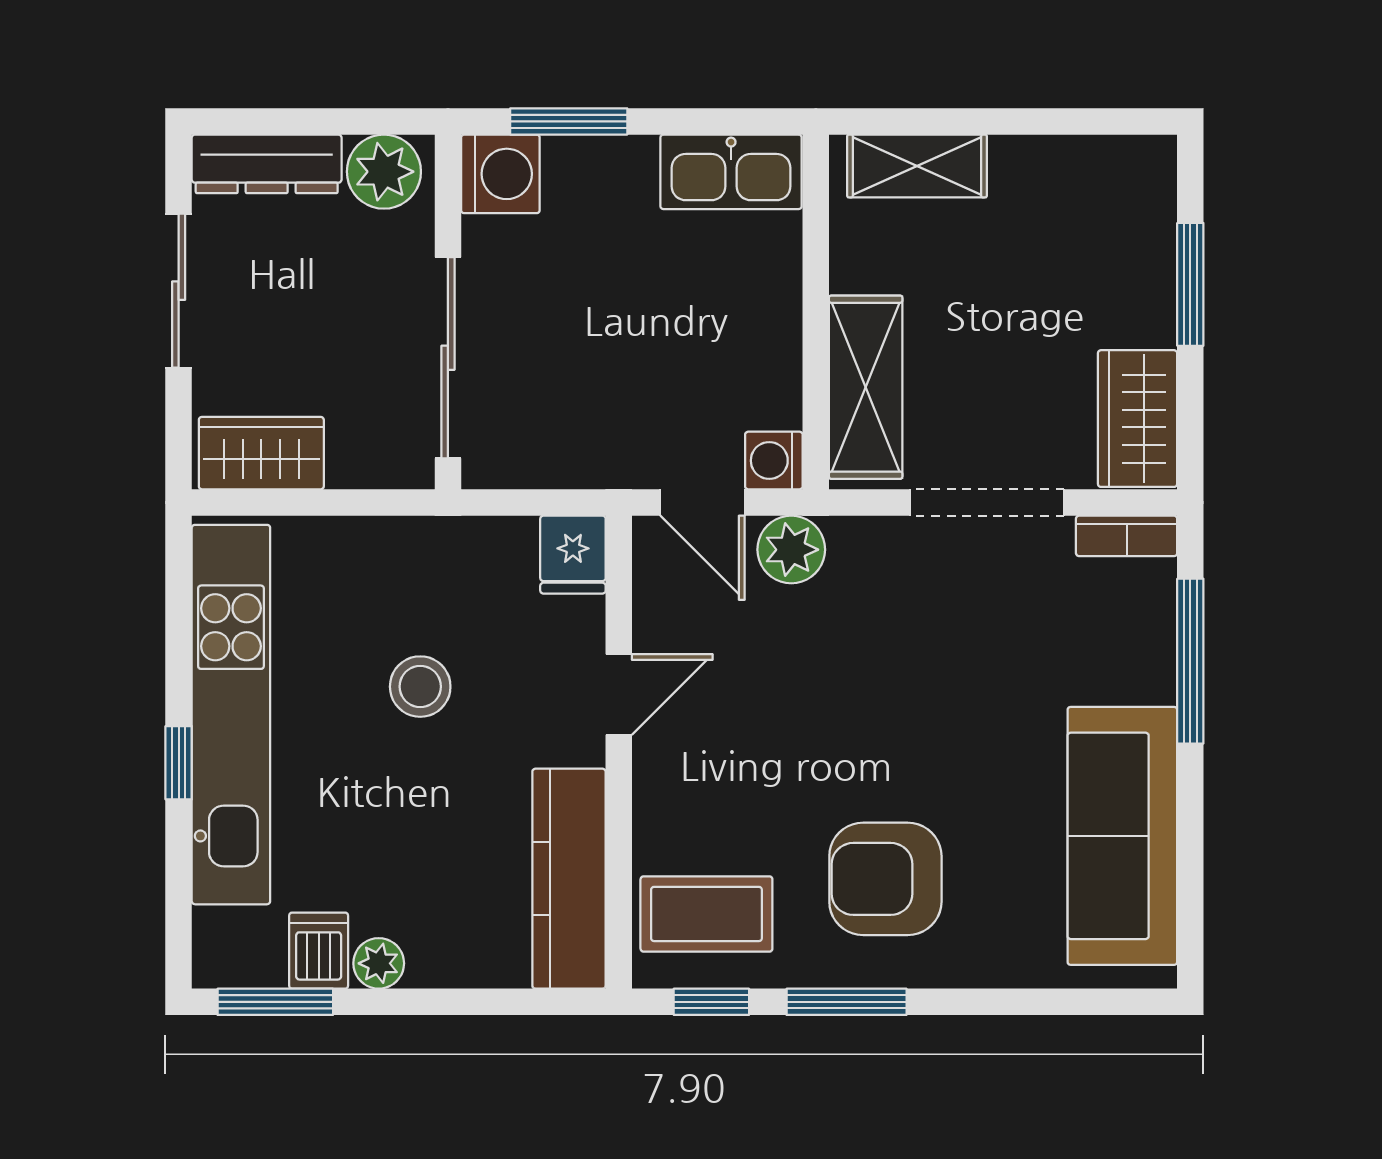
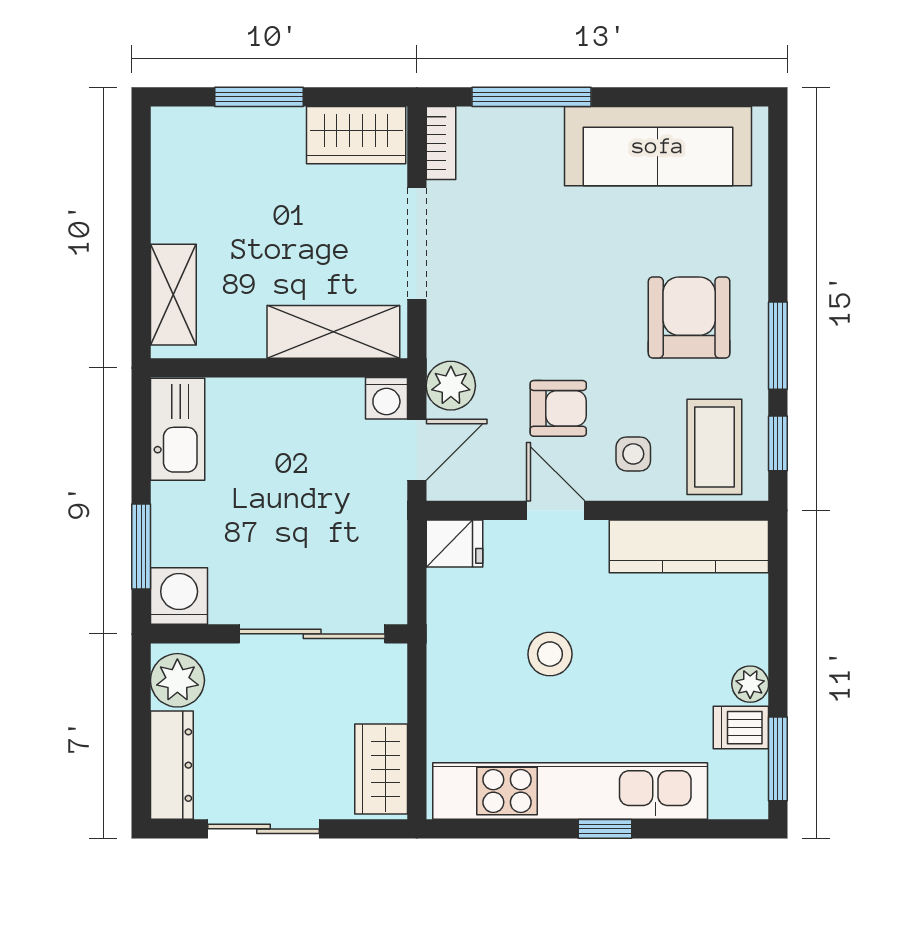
armchair: (760, 698) -> (558, 408), added
side table: (697, 802) -> (633, 454), added
armchair: (885, 879) -> (689, 317), turned 180

